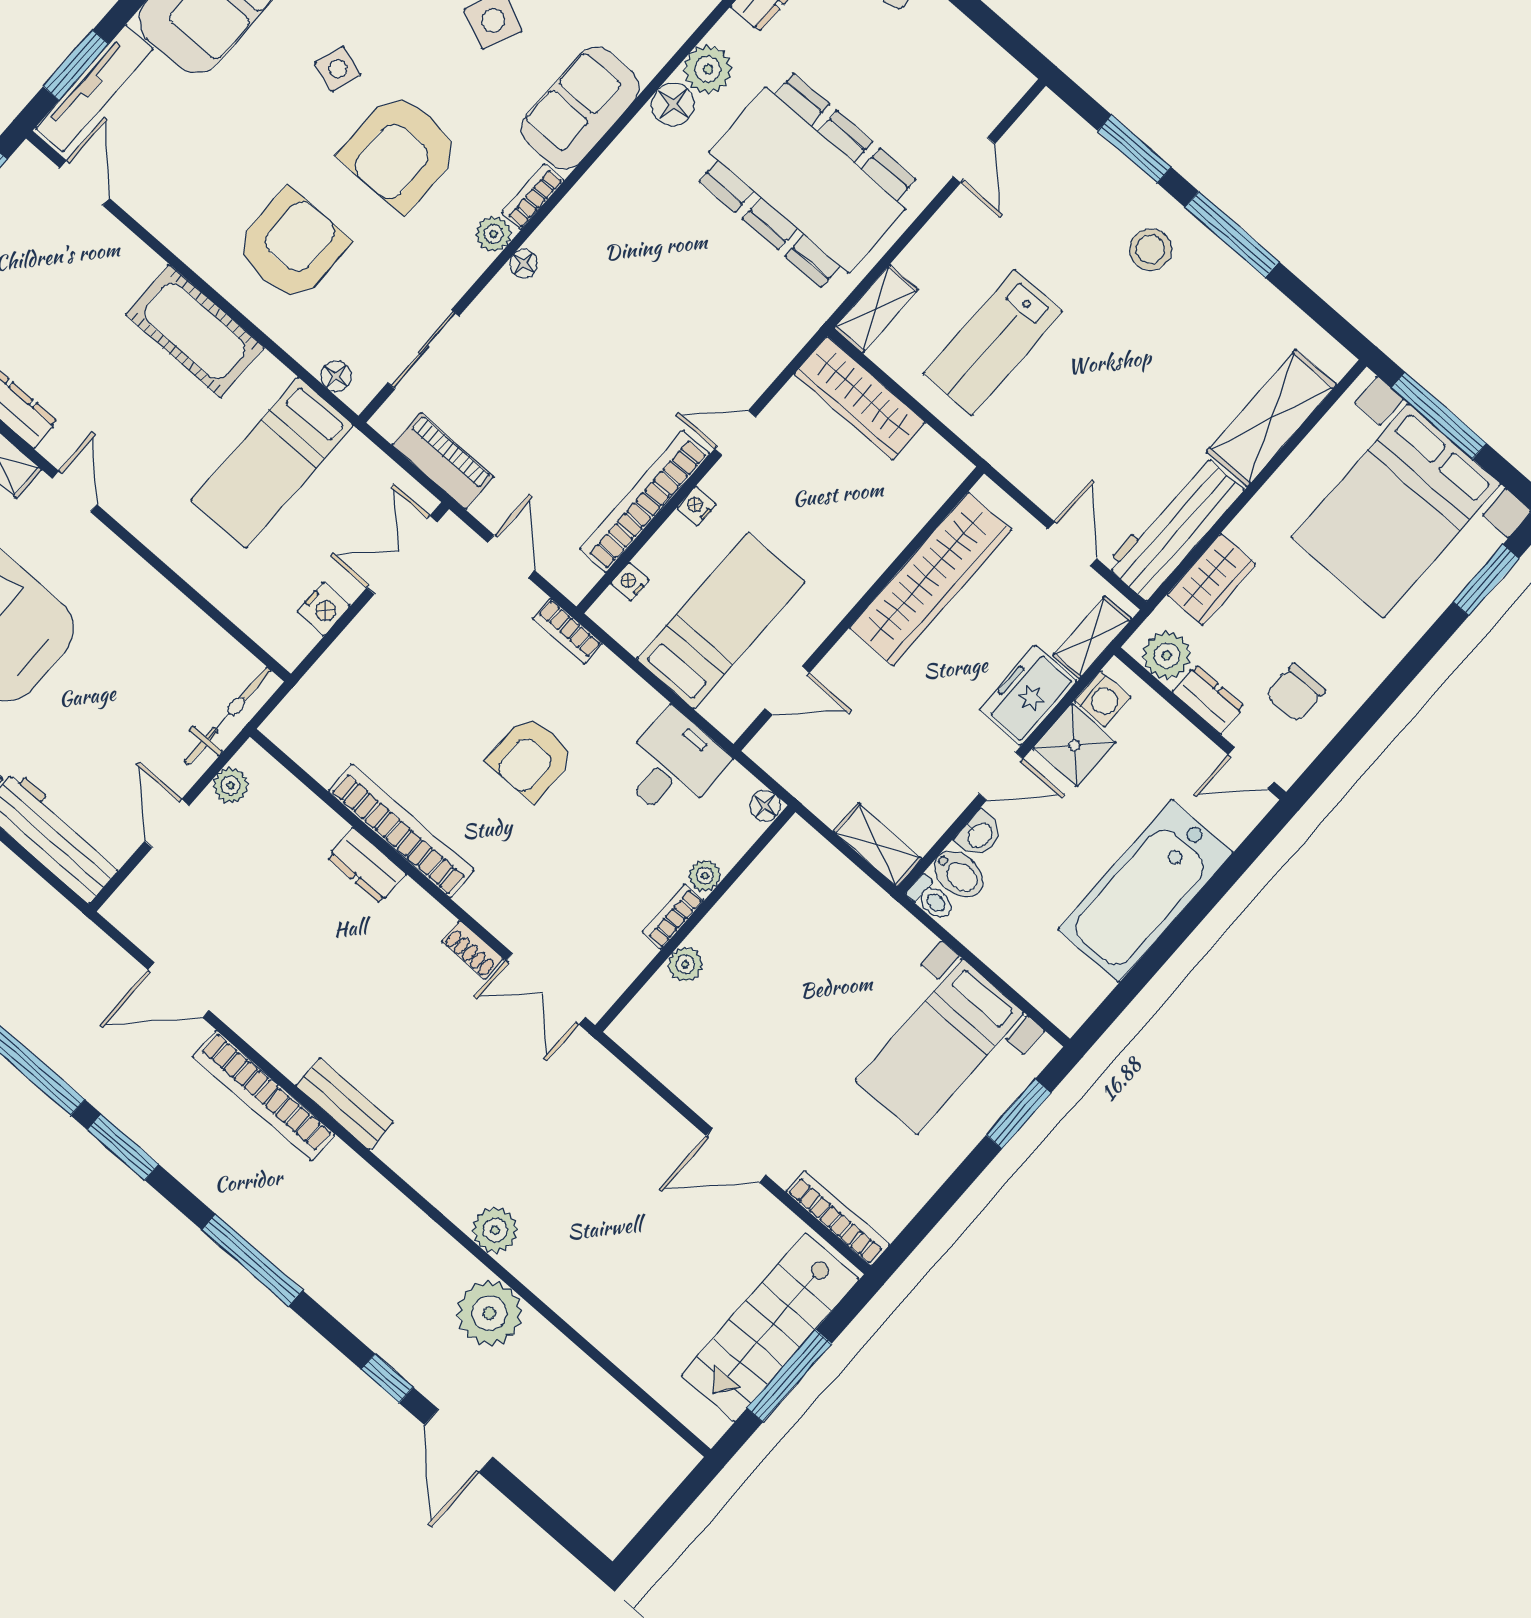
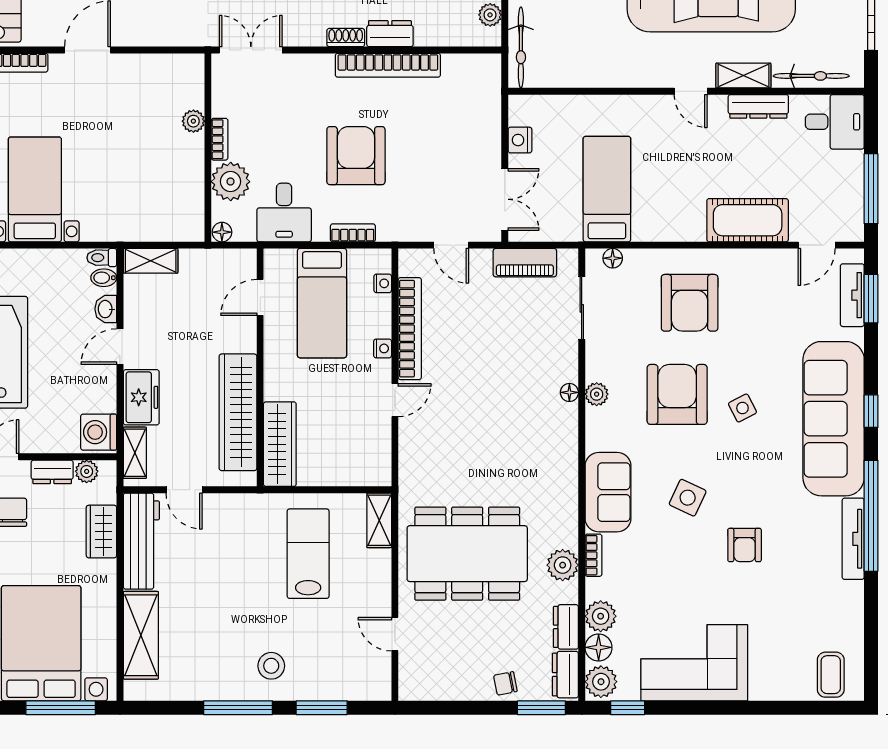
side table: (338, 69) -> (742, 408), turned 45
tv unit: (94, 88) -> (852, 295), width x0.71
floor lamp: (673, 104) -> (565, 533), removed
door: (85, 183) -> (817, 245), hinge flipped
bookcase: (533, 196) -> (593, 555), moved
cot: (195, 331) -> (748, 220), moved
wardrobe: (860, 398) -> (280, 444), moved, turned 90
bookcase: (567, 631) -> (353, 233), moved
plant: (1167, 655) -> (87, 471), width x0.73, depth x0.73
washing machine: (1102, 699) -> (99, 432), width x1.38, depth x1.38
shower: (1074, 745) -> (98, 393), removed
armchair: (531, 758) -> (356, 156), width x1.36, depth x1.36
bidet: (959, 874) -> (104, 278), width x0.72, depth x0.74
plant: (705, 876) -> (231, 182), width x1.88, depth x1.88
shoe rack: (472, 950) -> (346, 38), moved

